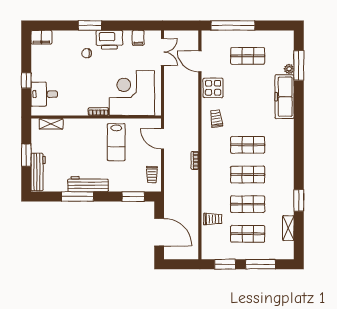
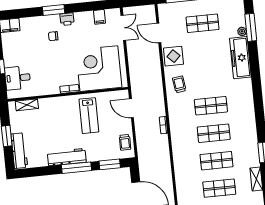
printer: (109, 40) -> (67, 19), width x0.53, depth x0.68
window: (78, 197) -> (77, 168), moved
trolley: (213, 219) -> (186, 178), removed

